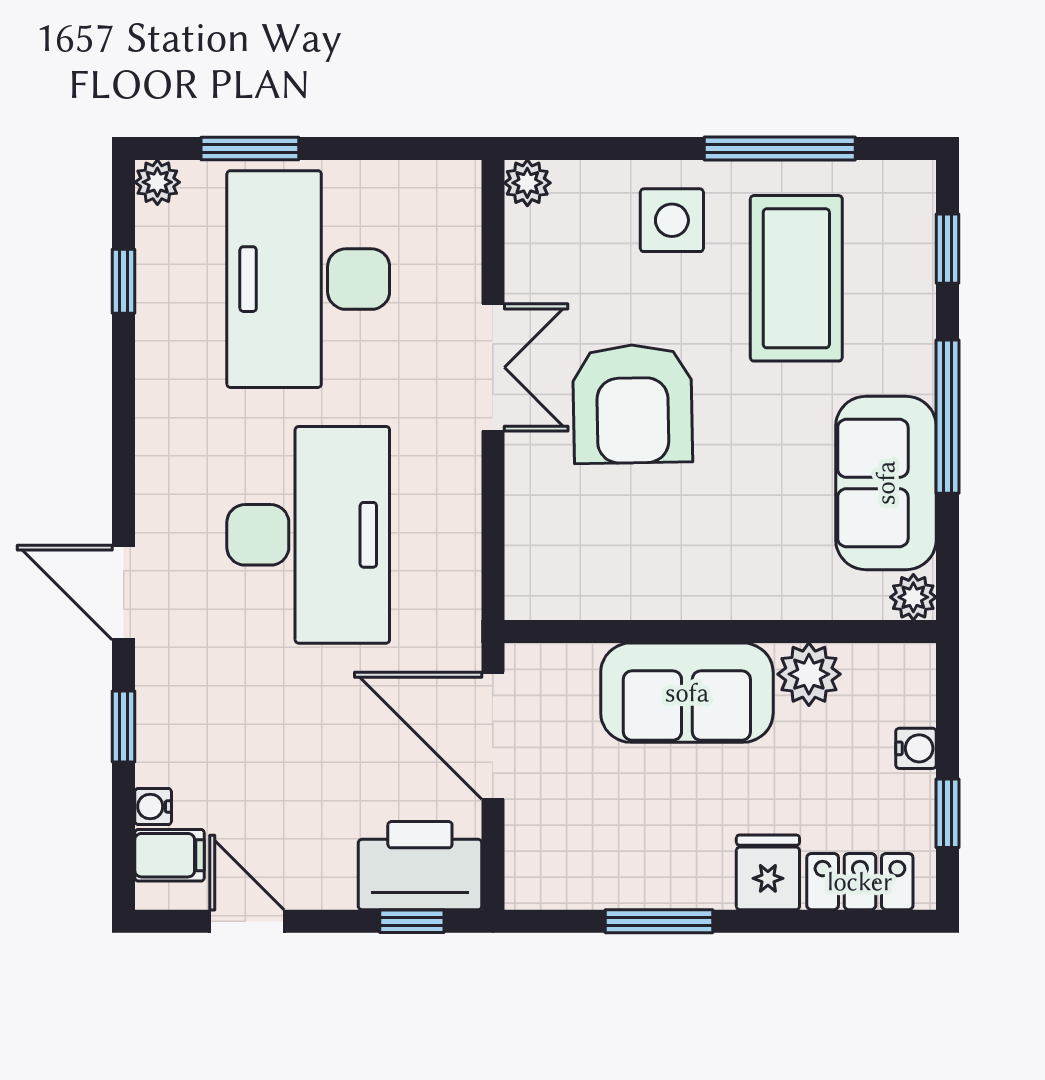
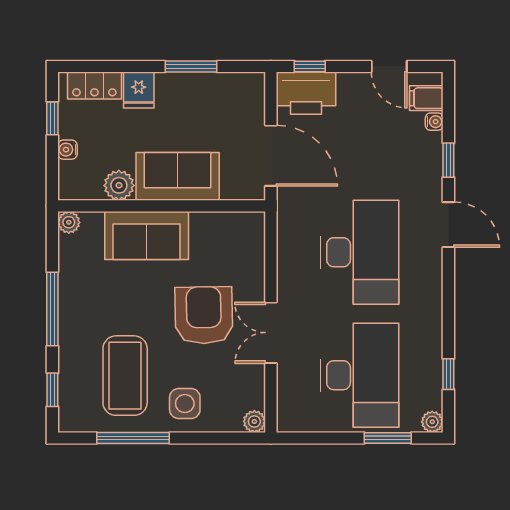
sofa: (886, 483) -> (147, 235), moved, turned 90
desk: (308, 535) -> (360, 252), turned 180

